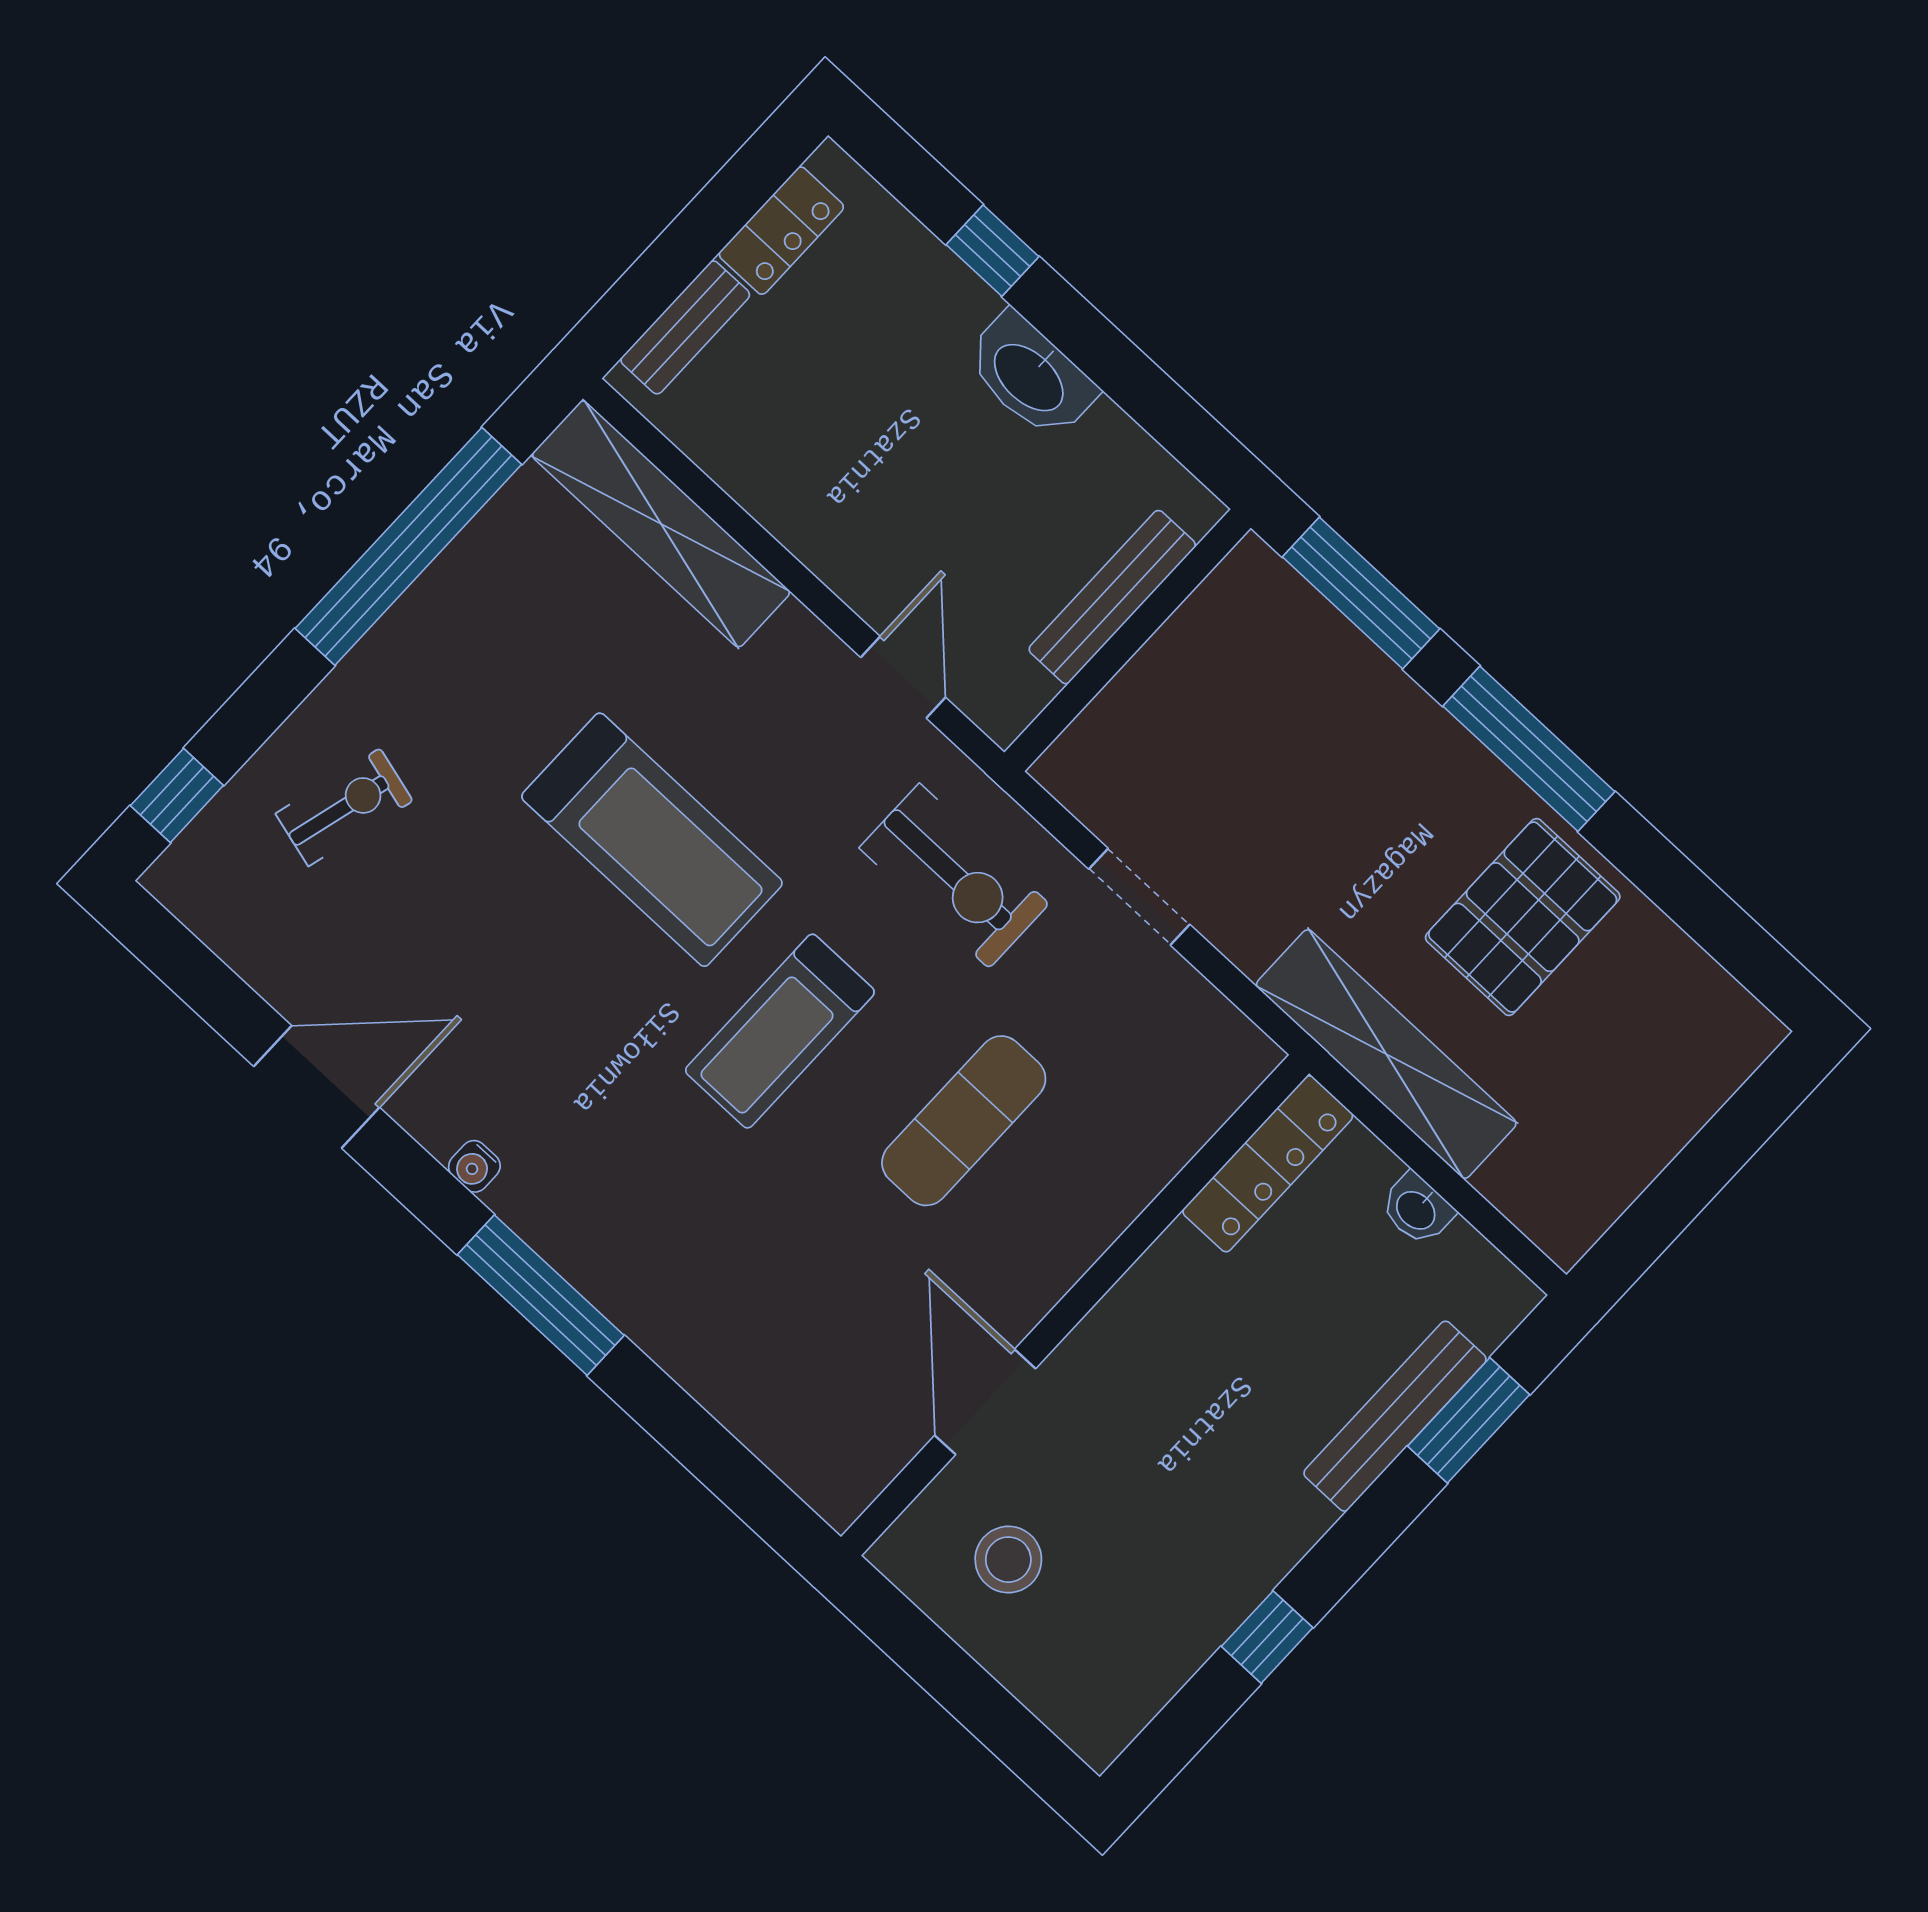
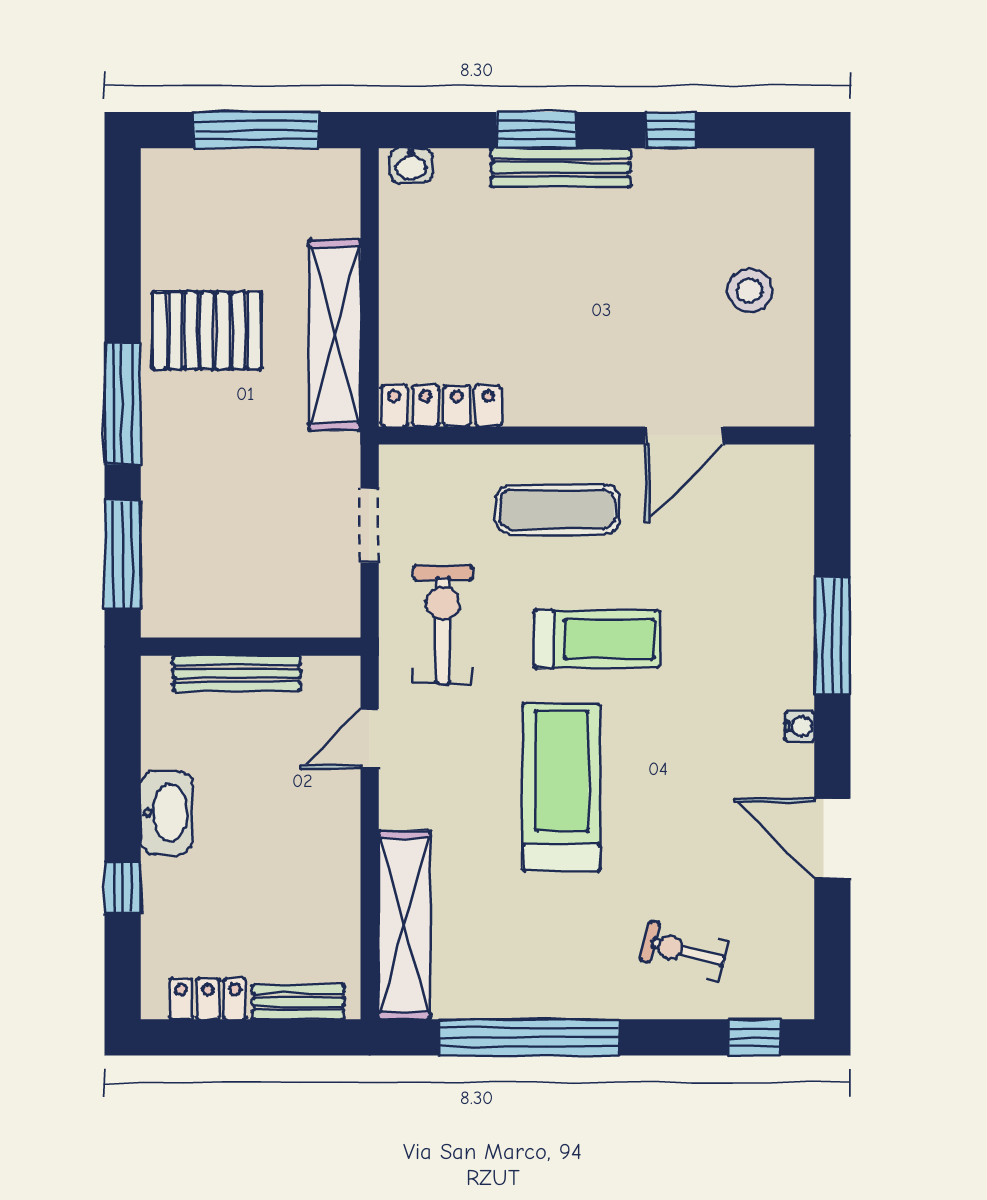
locker: (1268, 1164) -> (441, 406), moved
window: (1694, 1178) -> (256, 130), added
washbasin: (1417, 1209) -> (411, 166), moved, turned 90
wall: (1075, 1305) -> (596, 436), moved
door: (985, 1402) -> (684, 436), moved
bench: (1395, 1416) -> (561, 168), moved
window: (1469, 1420) -> (536, 130), moved

